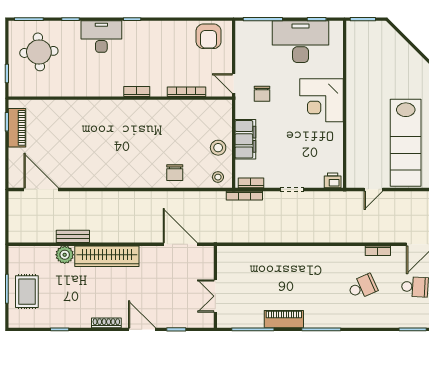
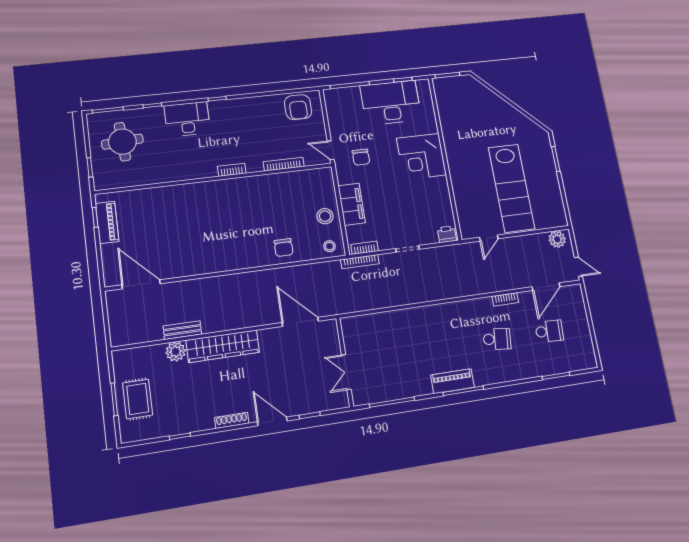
school desk: (362, 287) -> (497, 339), turned 30
piano: (284, 319) -> (452, 381), moved

